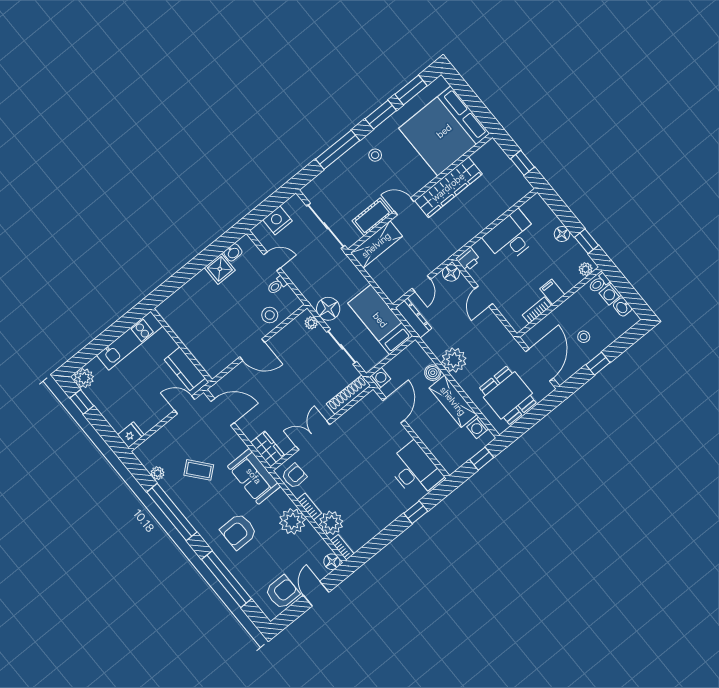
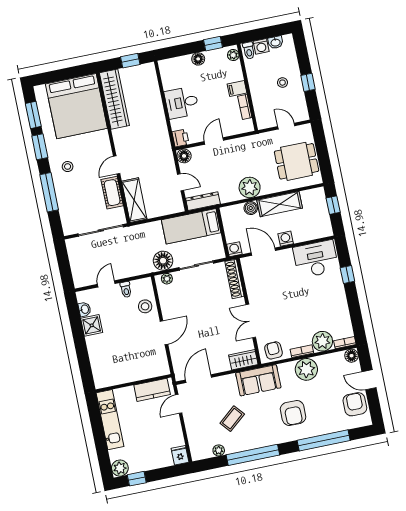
wardrobe: (448, 187) -> (114, 99), moved
nightstand: (277, 220) -> (78, 264), removed
desk: (511, 237) -> (182, 103), width x0.73
door: (484, 296) -> (214, 141), swing flipped
door: (539, 365) -> (286, 126), width x0.53
washing machine: (478, 428) -> (286, 239), moved, turned 180

